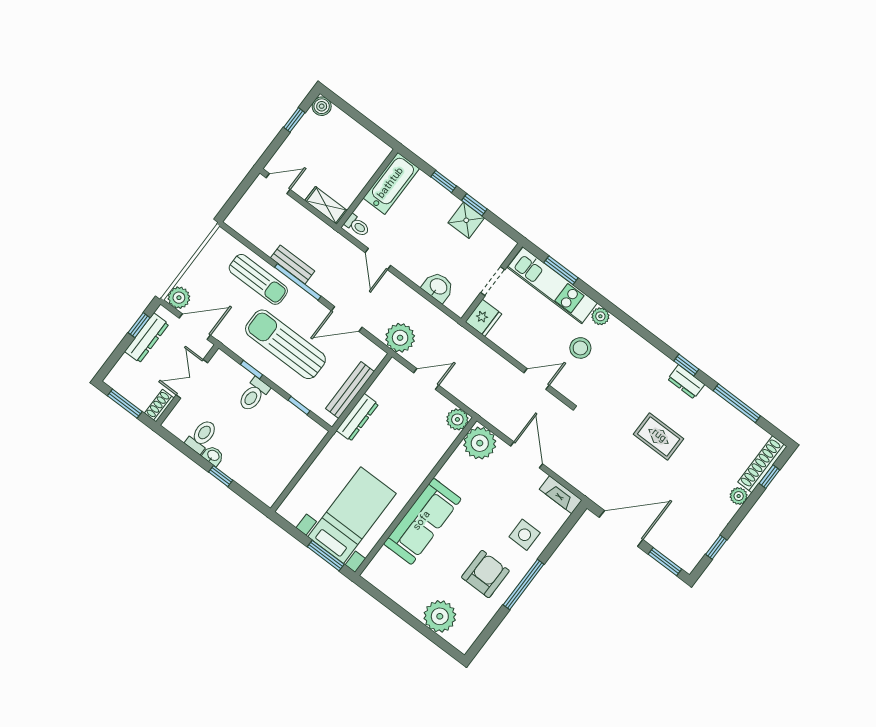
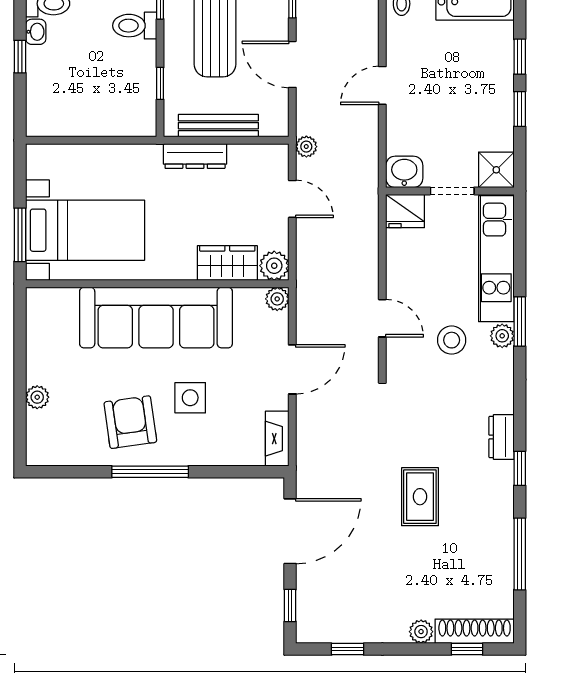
shower: (466, 220) -> (496, 170), moved
door: (378, 259) -> (382, 85), moved
window: (561, 270) -> (520, 321), moved
washbasin: (438, 287) -> (404, 172), moved, turned -90
plant: (400, 338) -> (306, 147), width x0.53, depth x0.53
dresser: (686, 382) -> (501, 437), moved
plant: (480, 443) -> (277, 299), width x0.53, depth x0.53
wardrobe: (435, 446) -> (227, 263), added
sofa: (422, 521) -> (156, 318), width x1.36, depth x1.27
door: (621, 528) -> (290, 531), hinge flipped
side table: (525, 535) -> (190, 398), moved
window: (665, 562) -> (290, 605), width x0.67
armchair: (485, 574) -> (130, 422), turned -98
plant: (440, 616) -> (37, 397), width x0.53, depth x0.53

